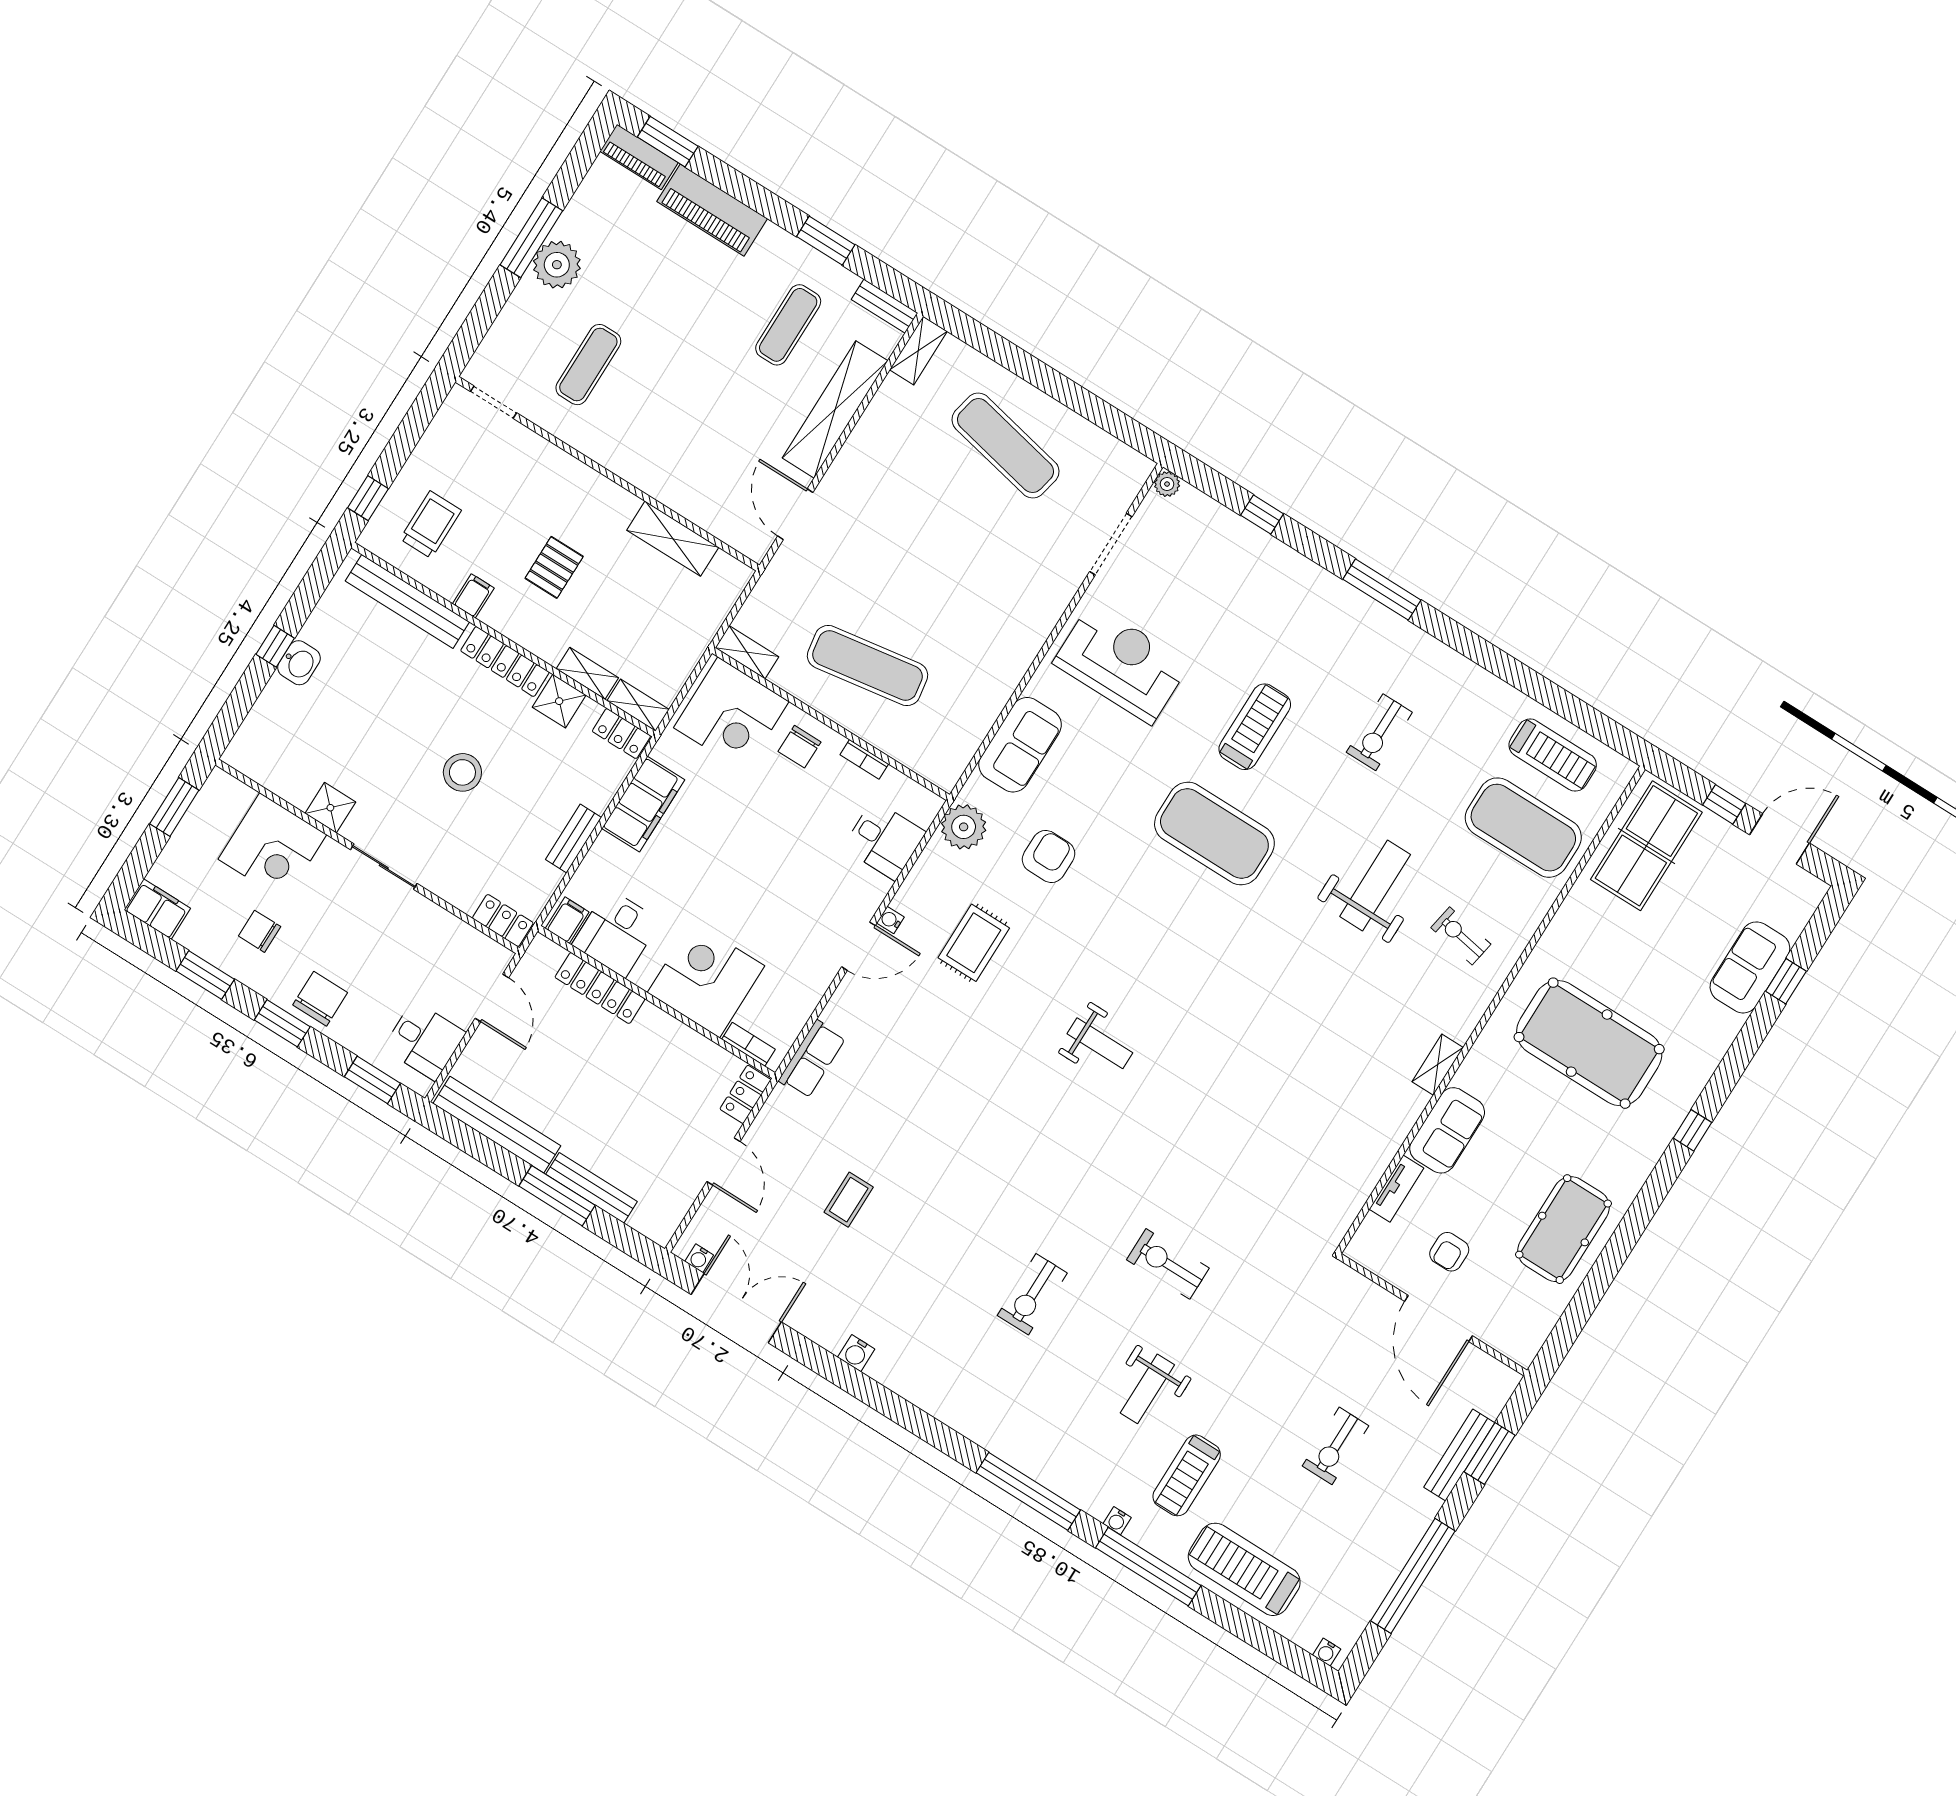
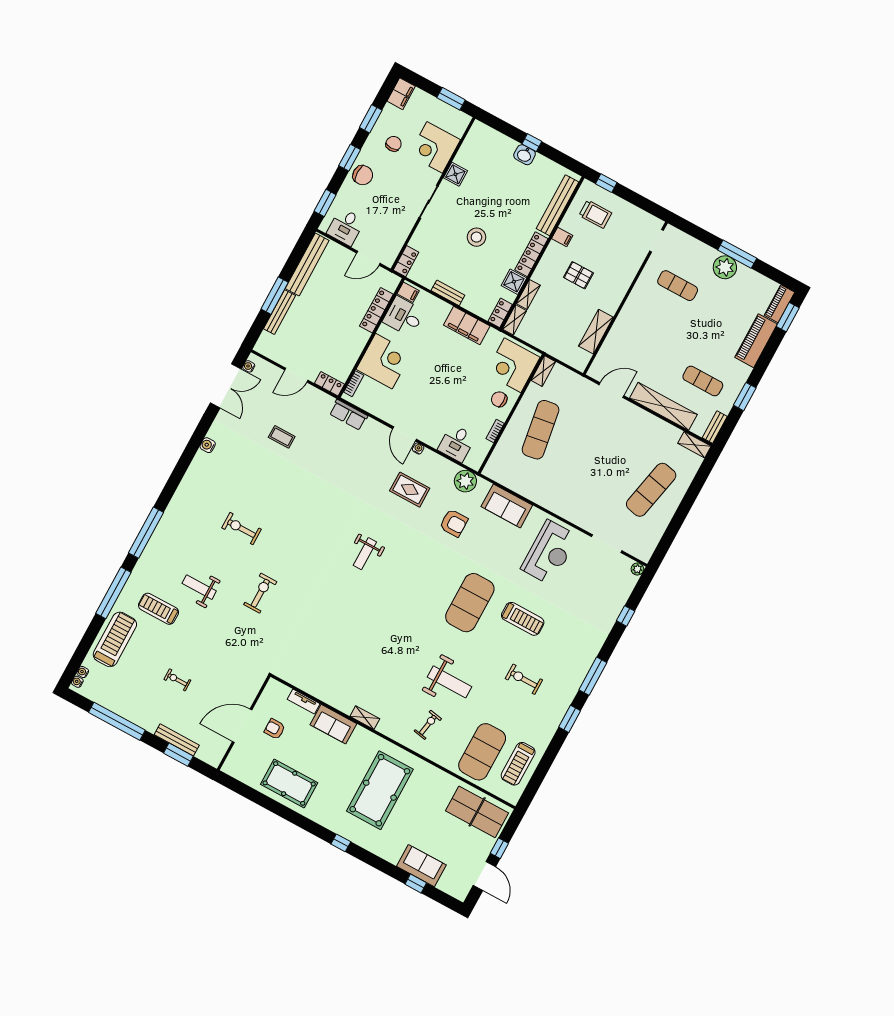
window: (1467, 643) -> (570, 719), added
exercise bike: (1336, 1446) -> (177, 680), width x0.73, depth x0.72
water cooler: (1117, 1521) -> (83, 672), moved

